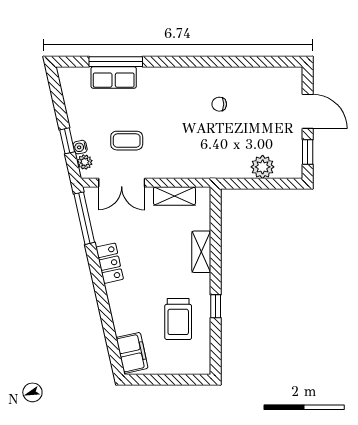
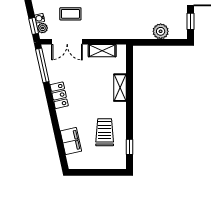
window: (67, 141) -> (34, 26), moved
window: (216, 306) -> (130, 147), moved
trolley: (178, 319) -> (105, 132), turned 180
filing cabinet: (132, 353) -> (71, 141), moved

